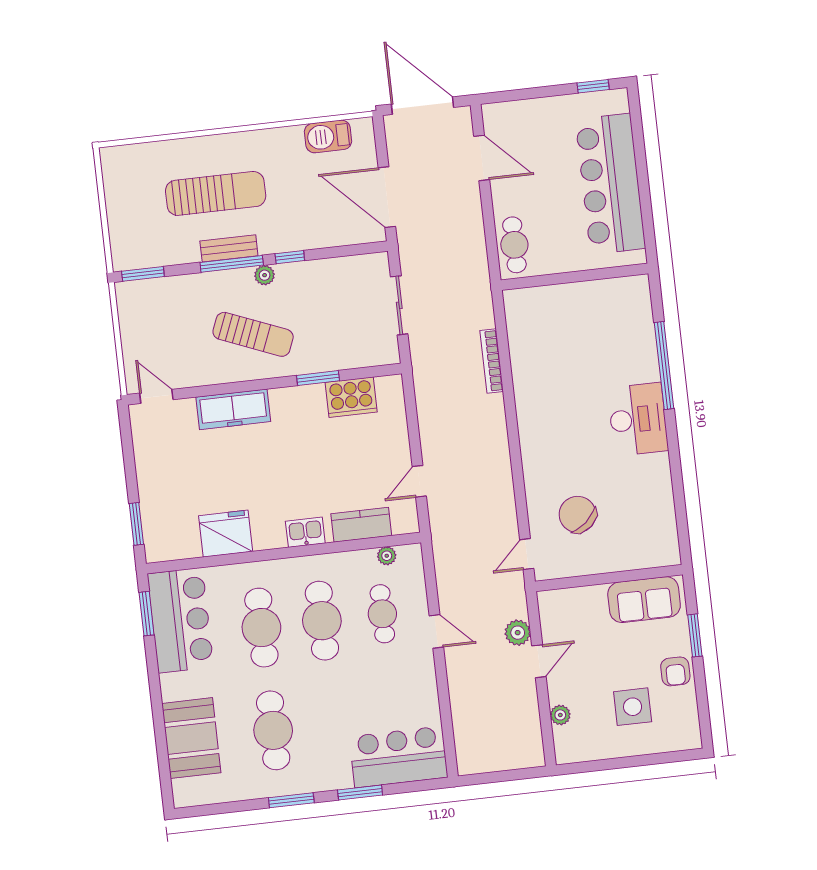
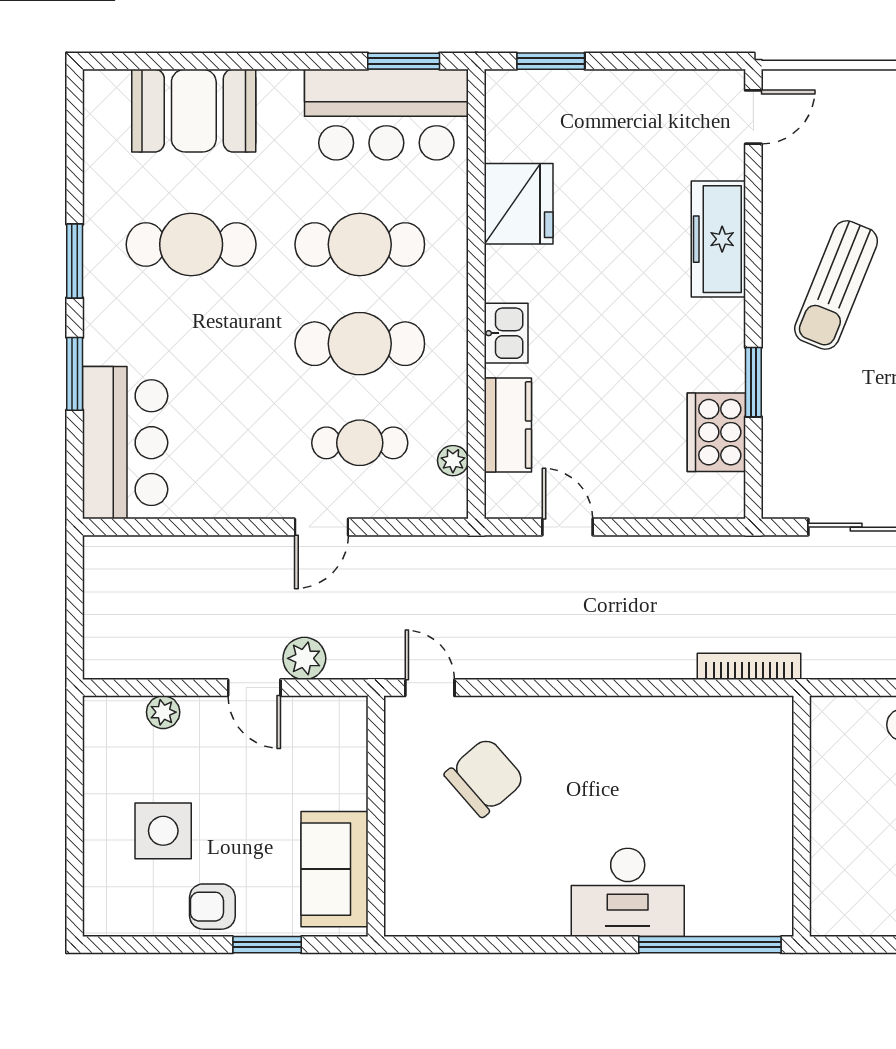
wall: (575, 277) -> (802, 816), moved

